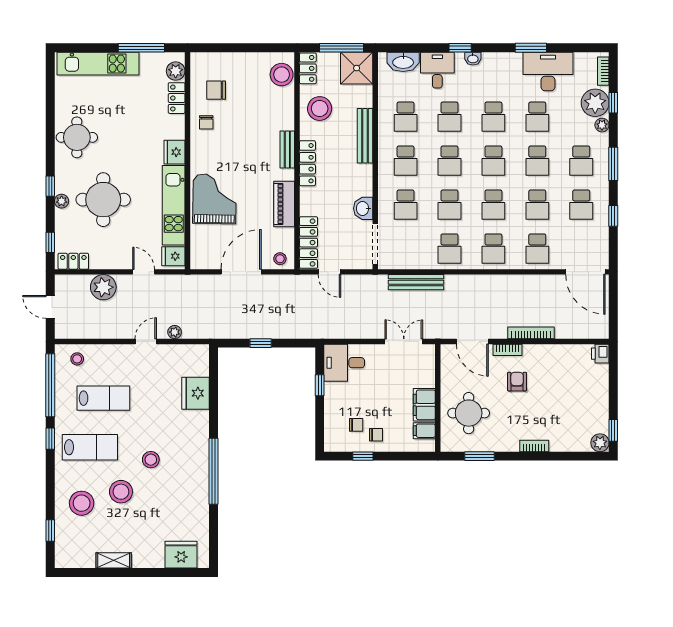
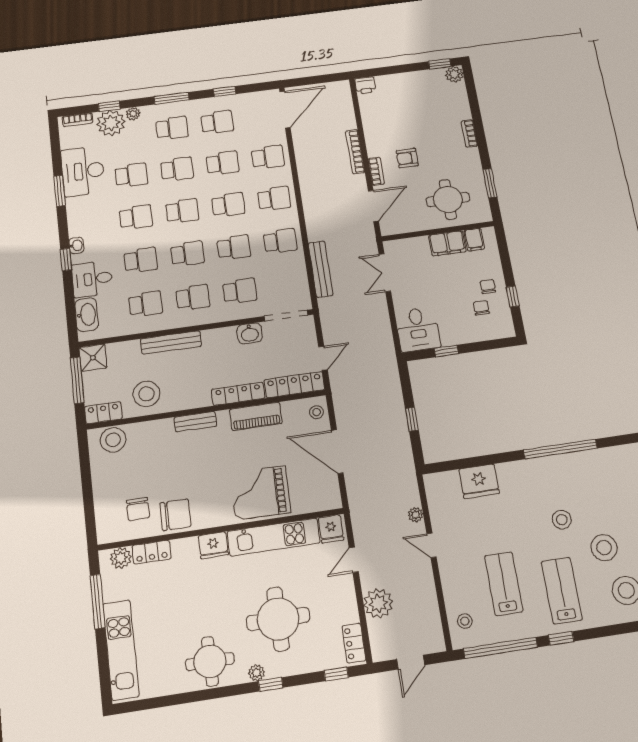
shower: (357, 68) -> (93, 358), width x0.73, depth x0.73
chair: (206, 122) -> (175, 515), width x1.87, depth x1.87
locker: (307, 163) -> (238, 394), moved
plant: (62, 201) -> (257, 673), moved

